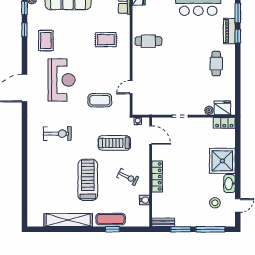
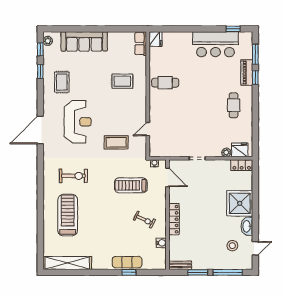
treadmill: (88, 180) -> (68, 215), moved
shelving: (68, 220) -> (67, 263), moved

